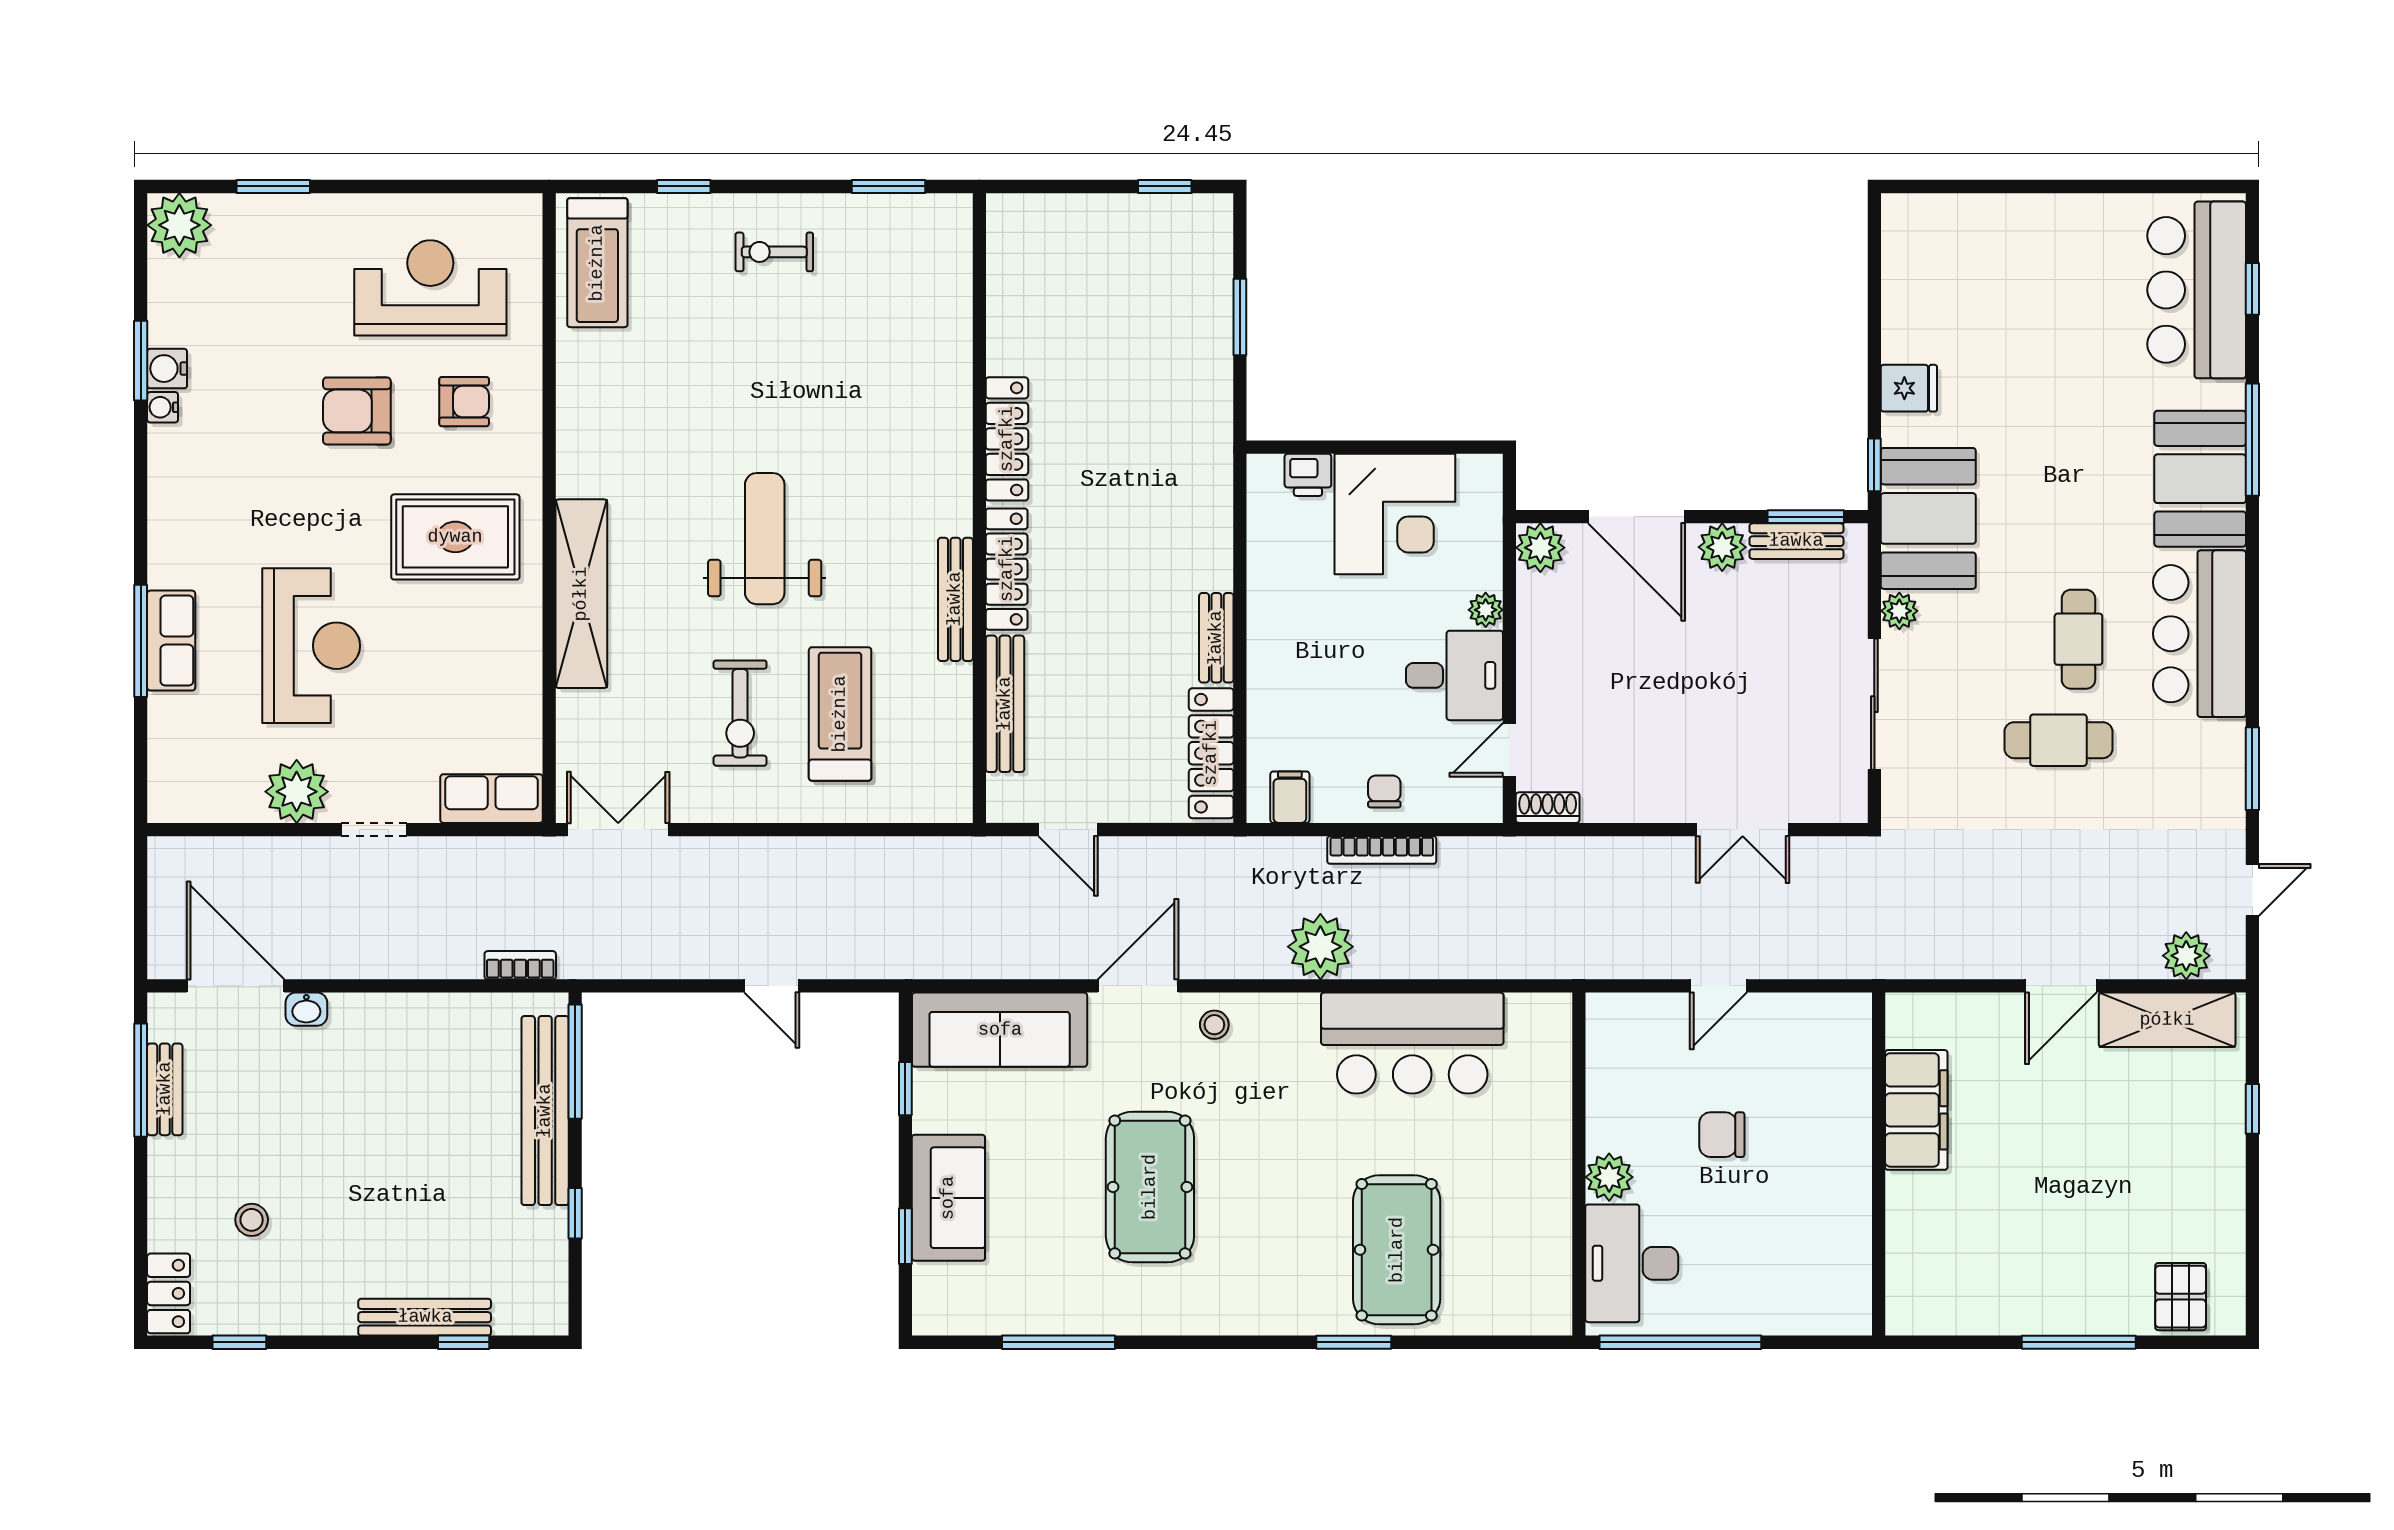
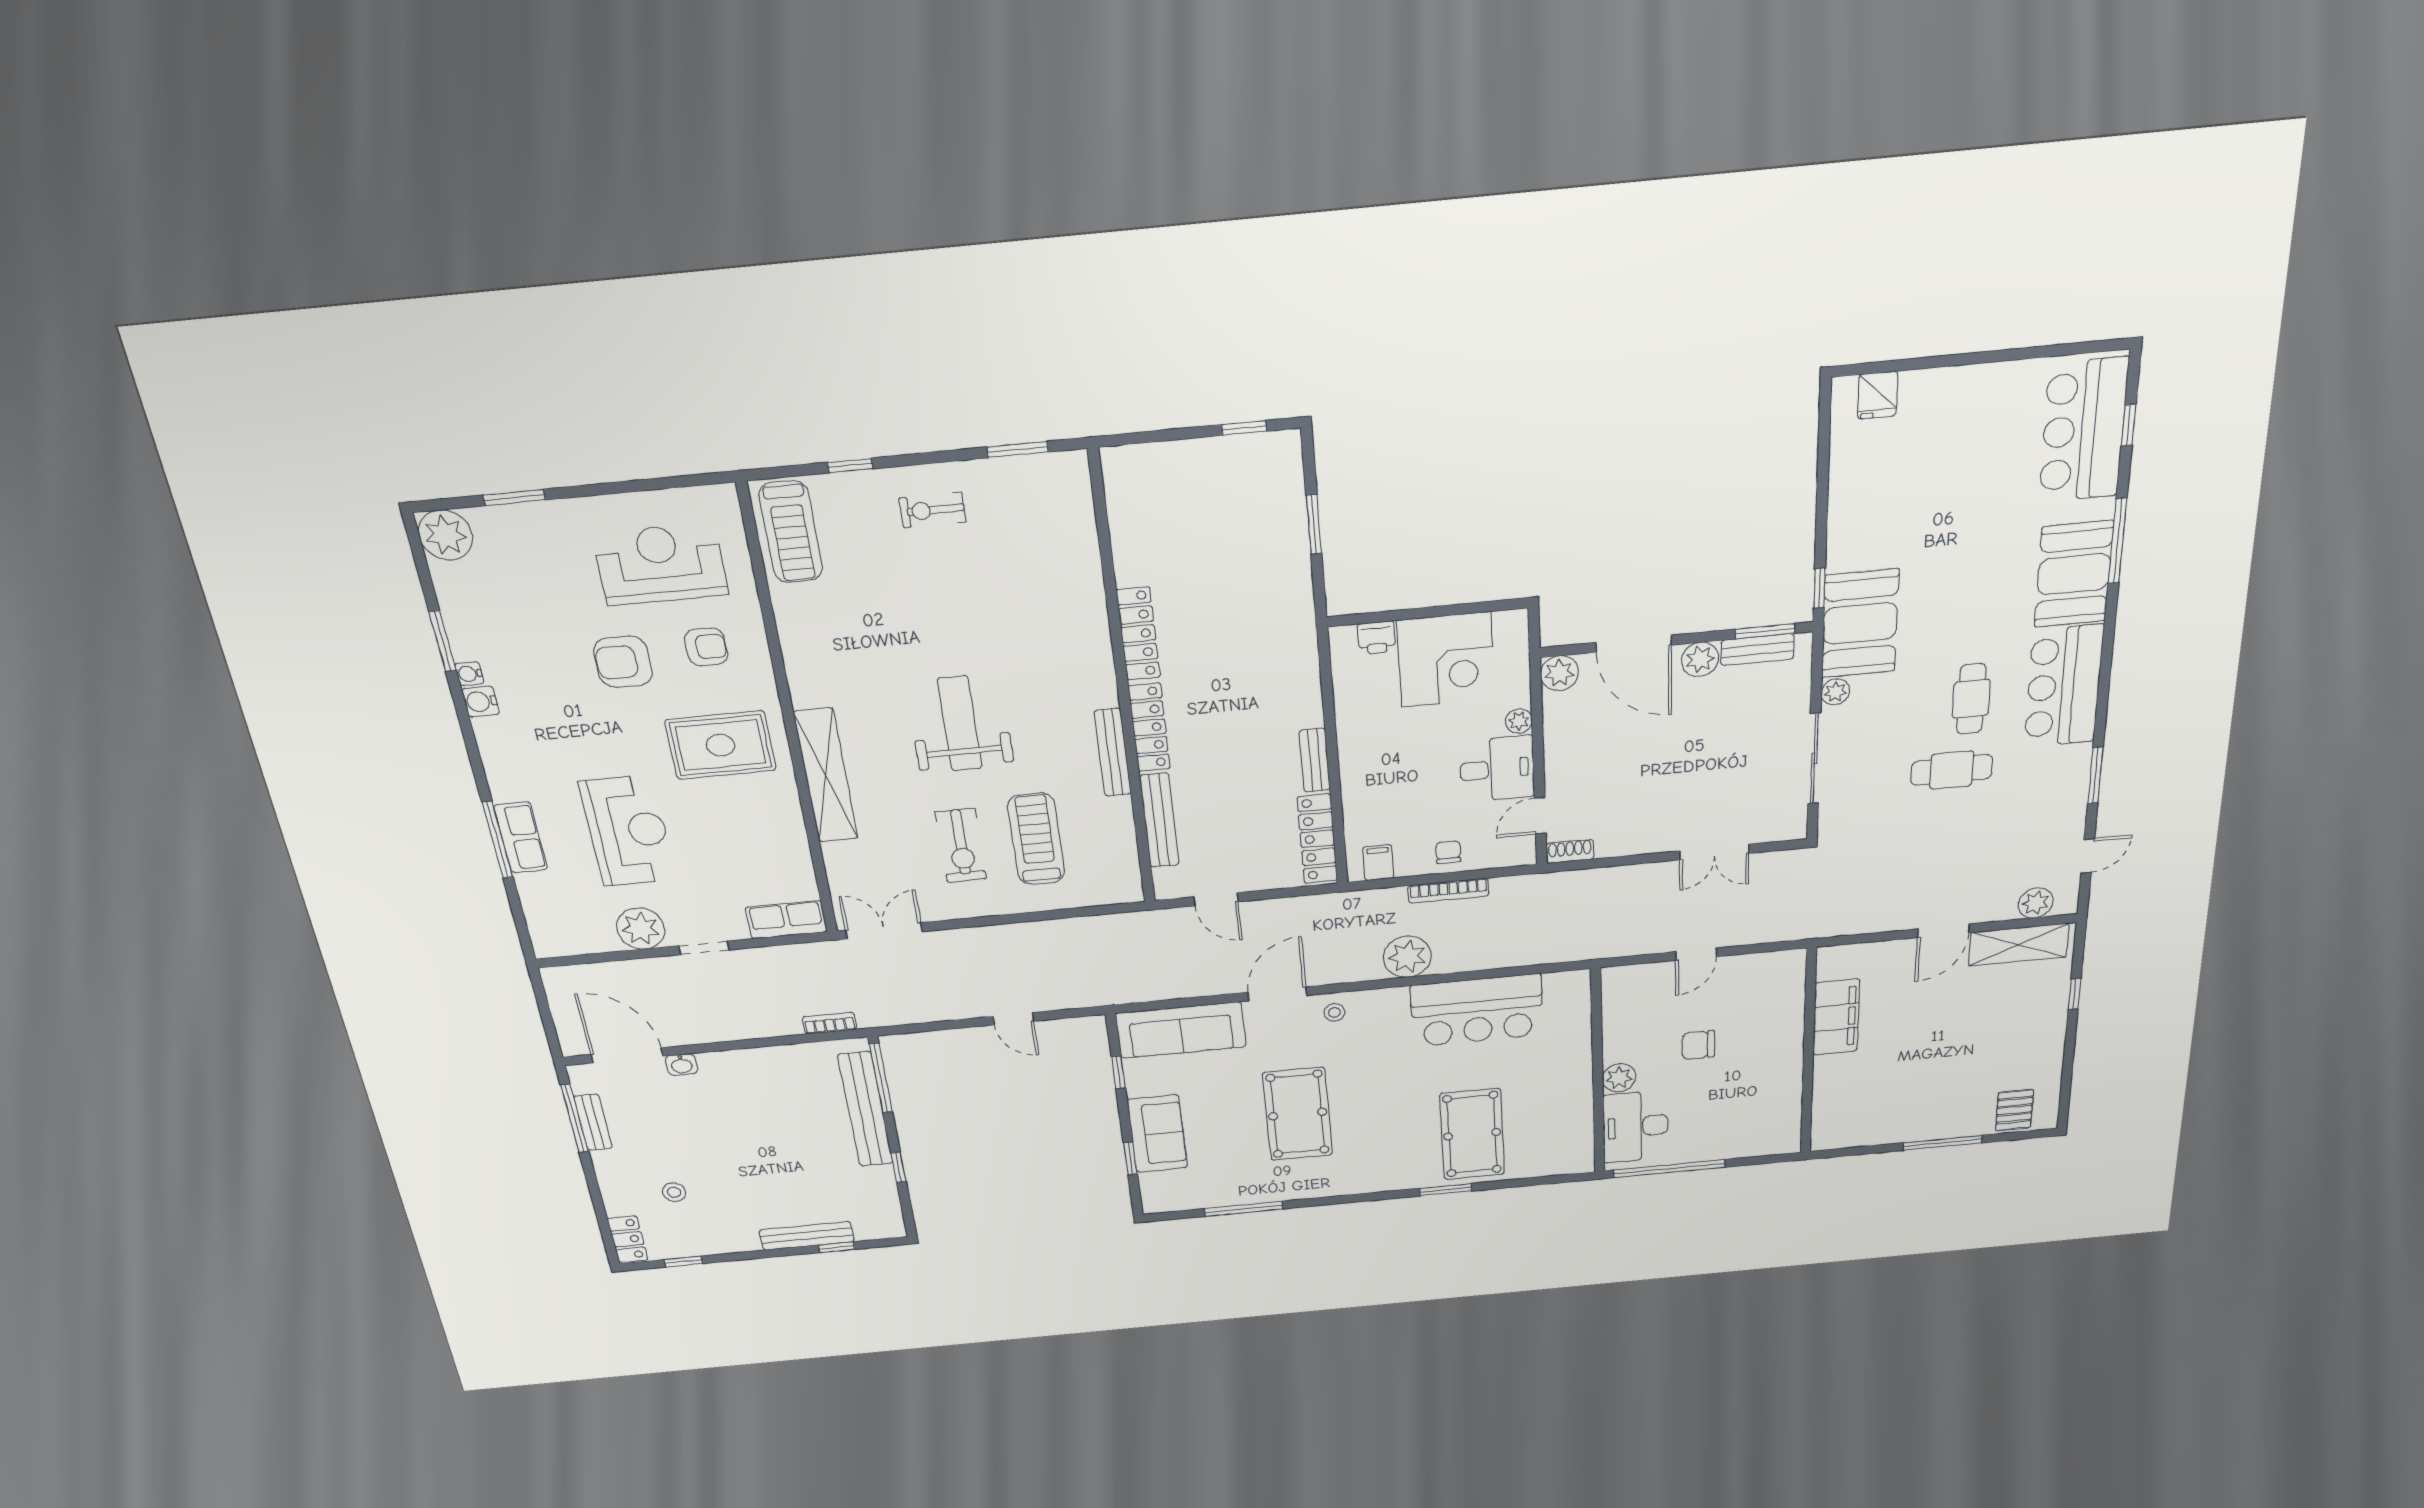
water cooler: (167, 369) -> (481, 702), moved
fridge: (1909, 388) -> (1878, 395), moved, turned 90

